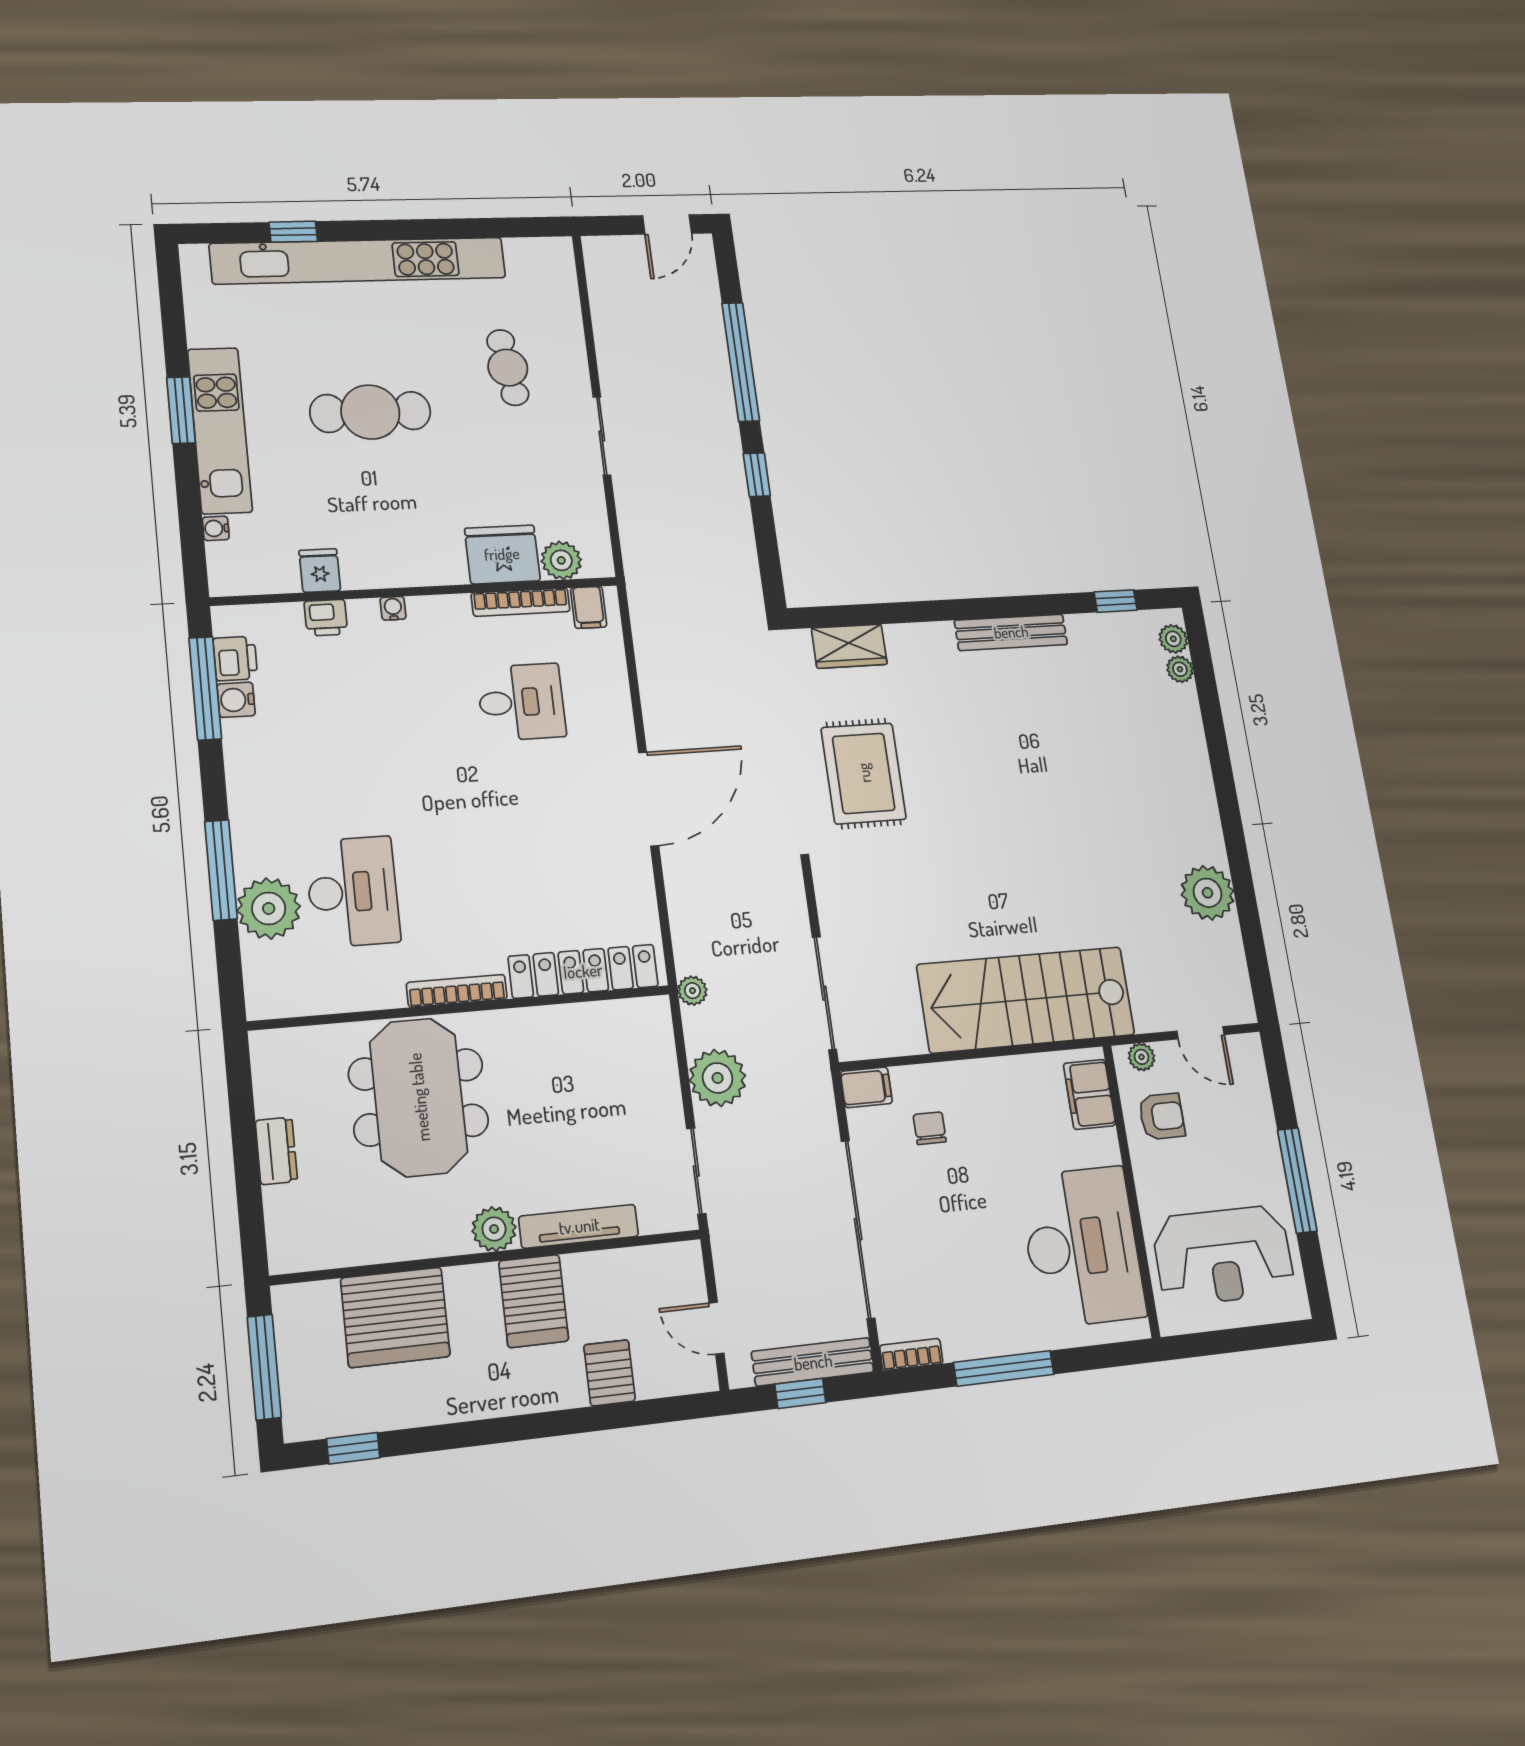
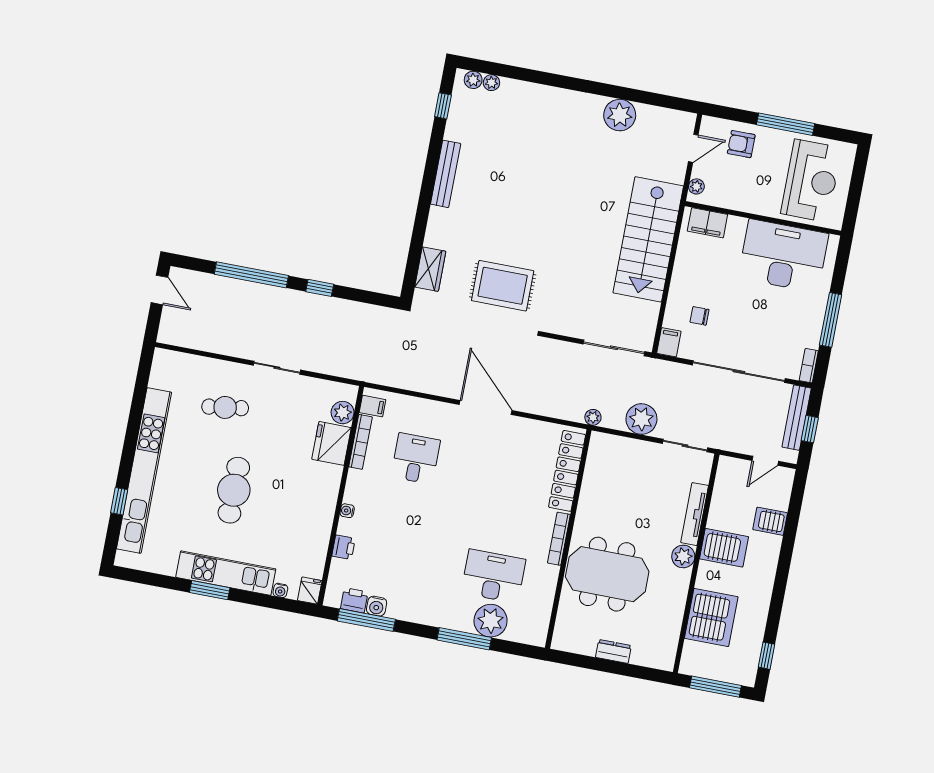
fridge: (320, 571) -> (310, 591), moved, turned 90
armchair: (1162, 1116) -> (741, 144), moved, turned -90

